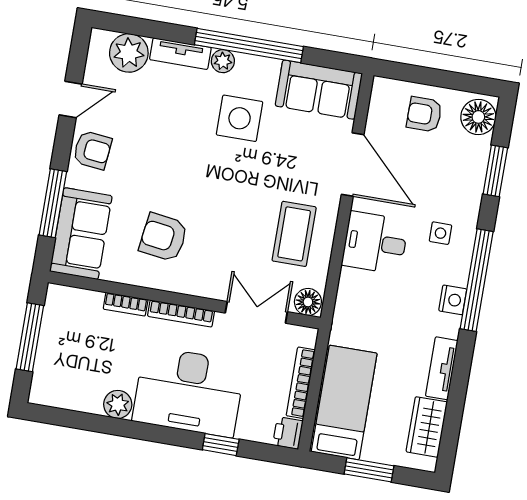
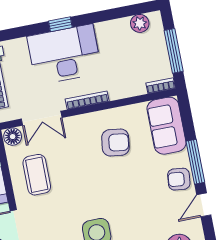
window: (53, 203) -> (195, 162), moved
bookcase: (126, 304) -> (161, 86), moved
plant: (118, 404) -> (140, 23), moved
window: (221, 445) -> (60, 24), moved

